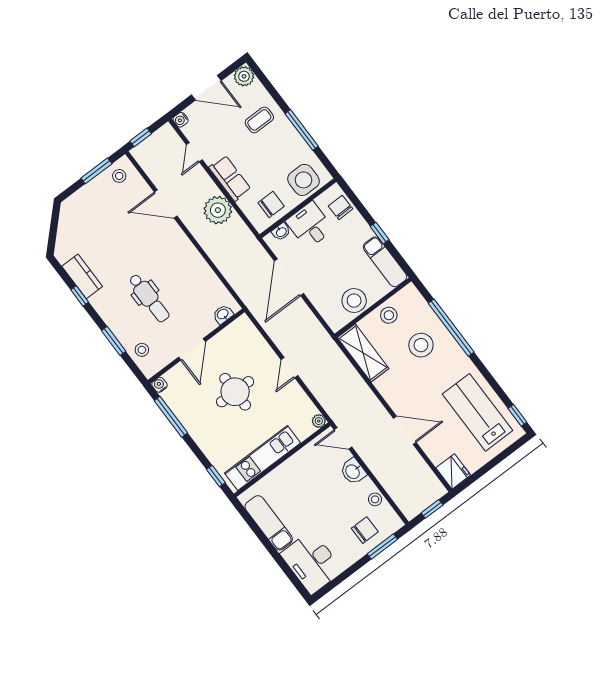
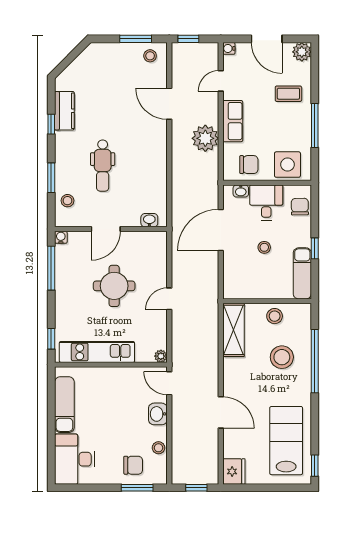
stool: (354, 301) -> (264, 247), moved, width x0.53, depth x0.53

